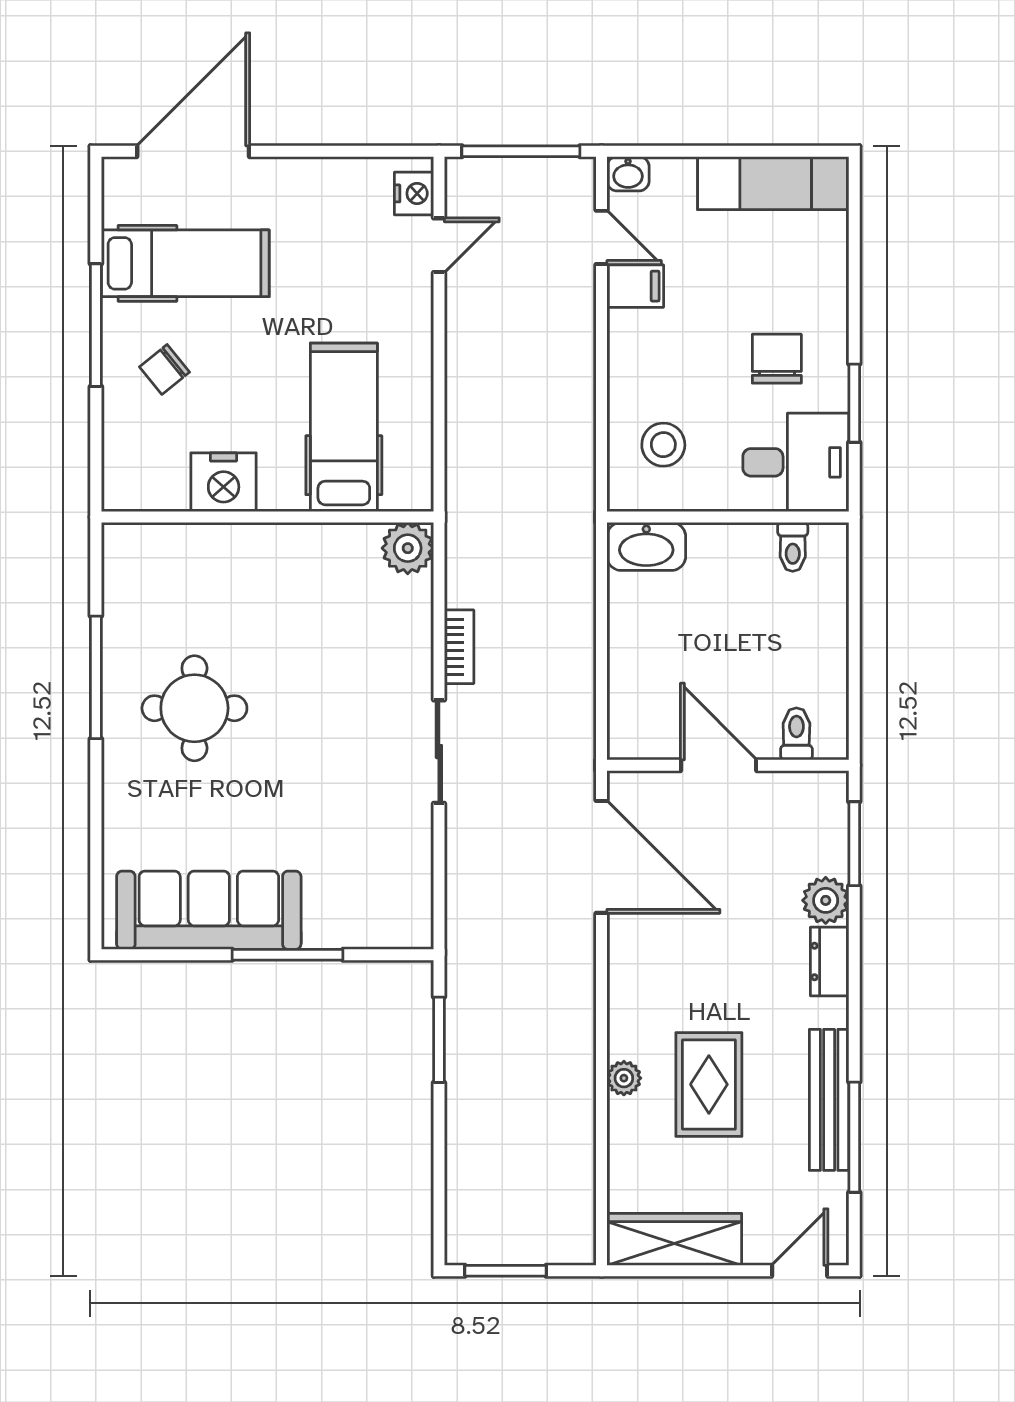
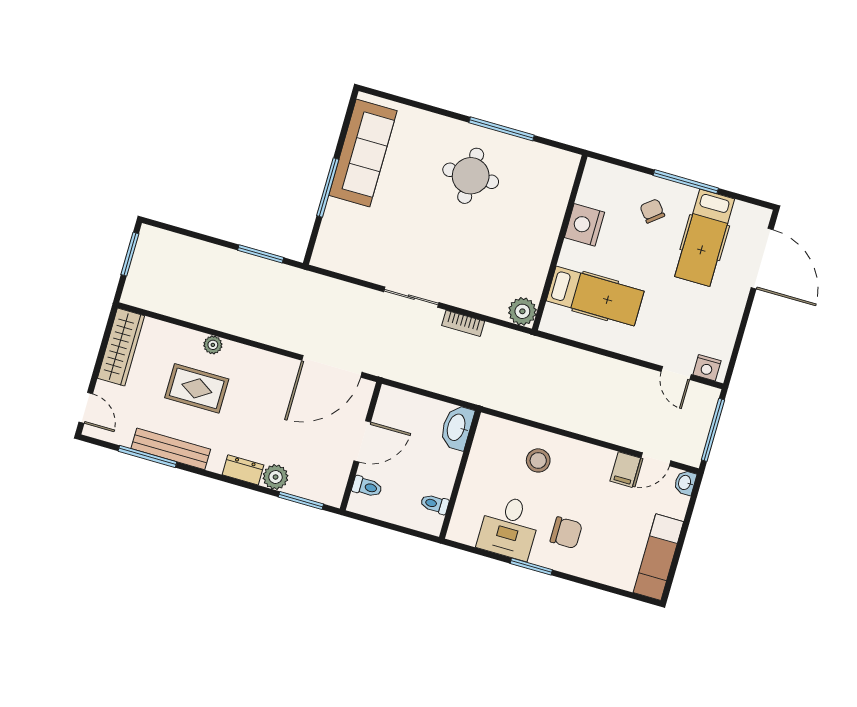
wall: (728, 517) -> (460, 475), moved
washbasin: (646, 546) -> (457, 428), moved
toilet: (793, 547) -> (435, 504), moved

